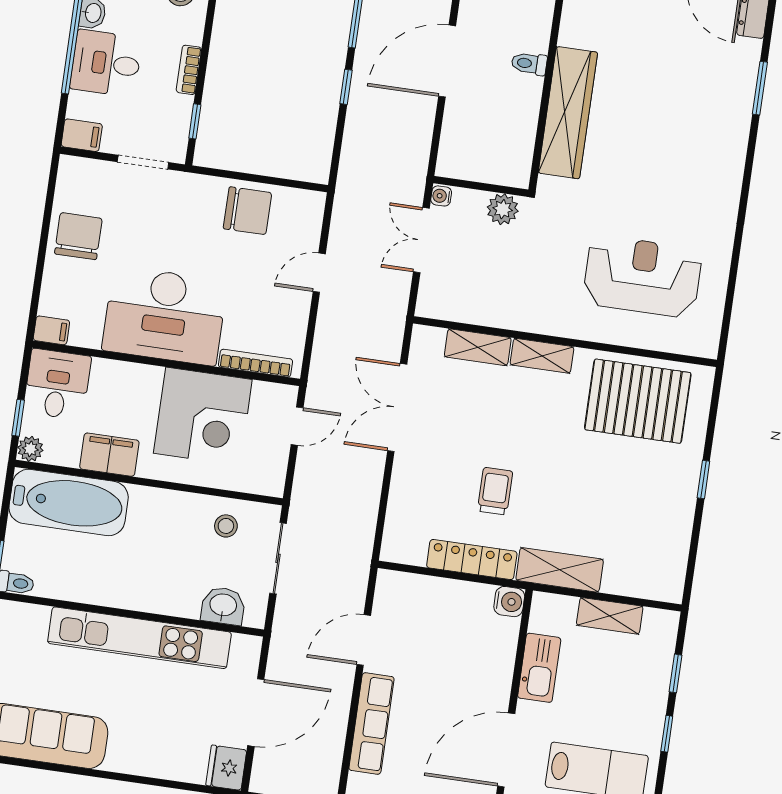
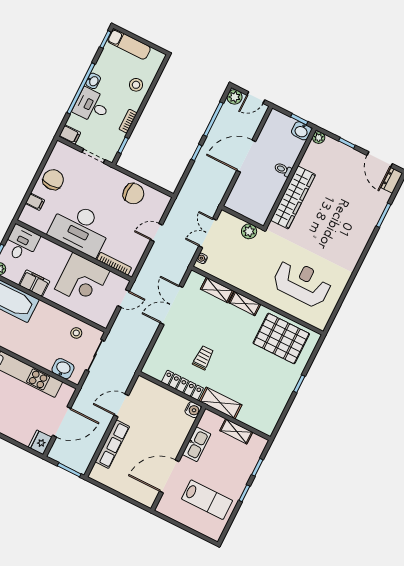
water cooler: (441, 196) -> (202, 258), moved
filing cabinet: (51, 330) -> (35, 202), moved

